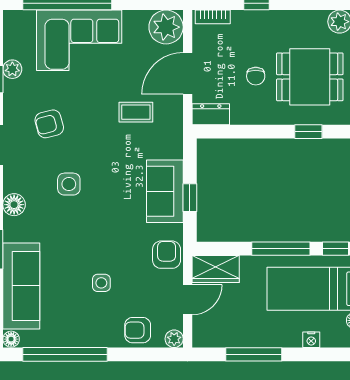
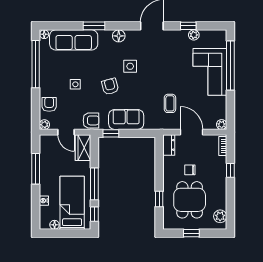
plant: (166, 27) -> (222, 125), width x0.53, depth x0.53
armchair: (49, 124) -> (110, 86), moved
window: (190, 198) -> (111, 133), moved

